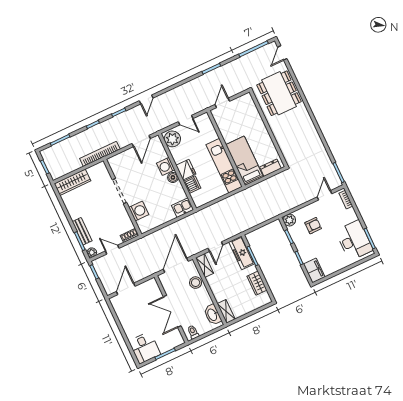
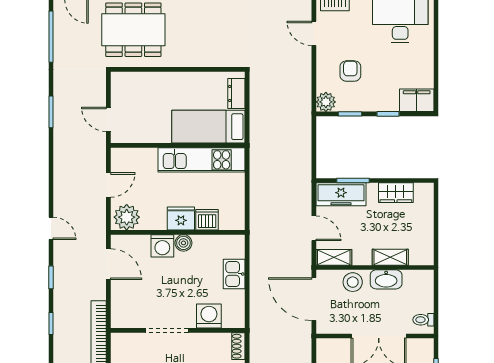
kitchen sink: (183, 208) -> (234, 274), moved
shelving: (226, 311) -> (390, 257), moved
washbasin: (213, 315) -> (386, 279), moved

